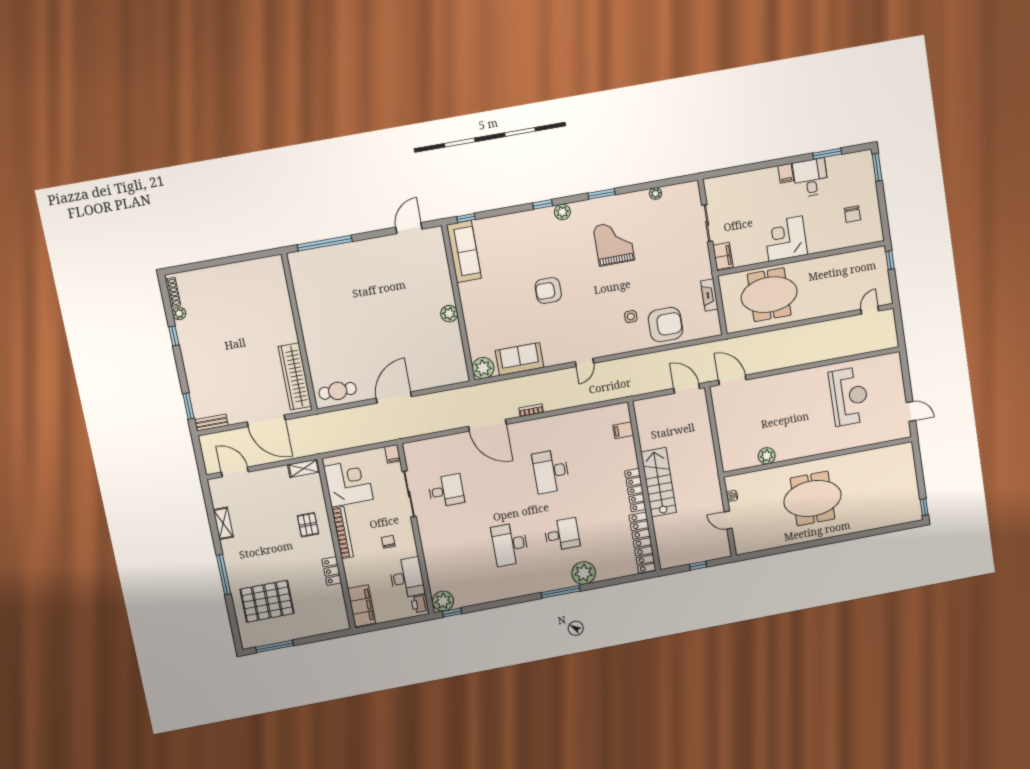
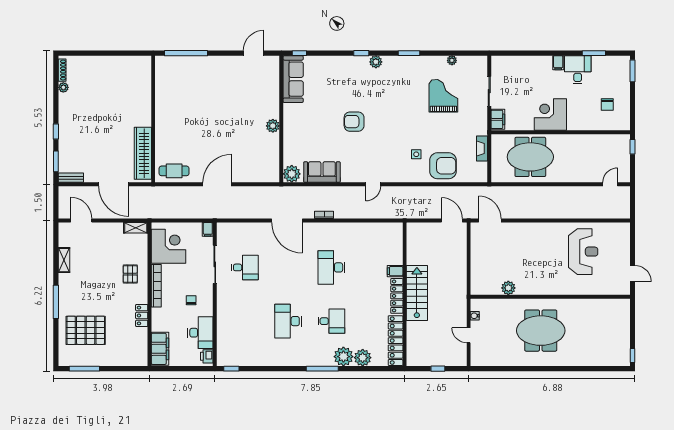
grand piano: (614, 243) -> (443, 96), moved
window: (174, 336) -> (56, 131), moved
filing cabinet: (623, 430) -> (395, 271), moved
plant: (443, 601) -> (363, 358), moved

